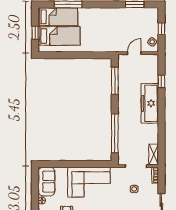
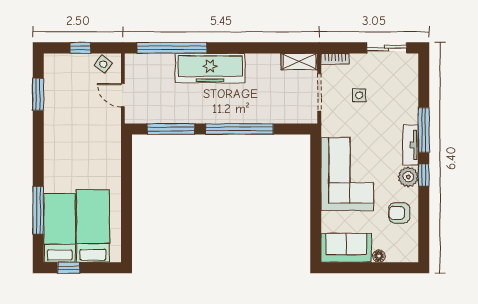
window: (35, 33) -> (69, 268), moved
window: (161, 81) -> (172, 48), width x3.17
window: (115, 133) -> (239, 129), moved

